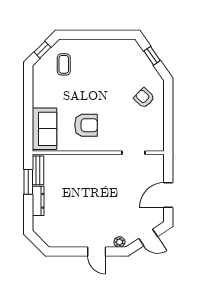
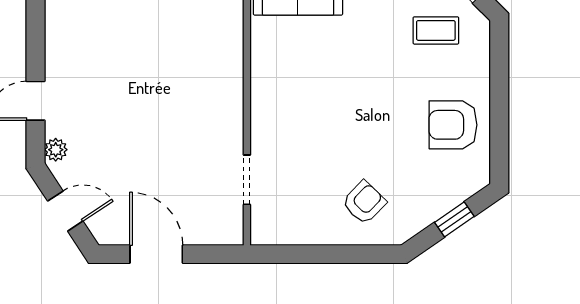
armchair: (86, 125) -> (453, 125), moved, turned 90
door: (148, 238) -> (65, 211), swing flipped

